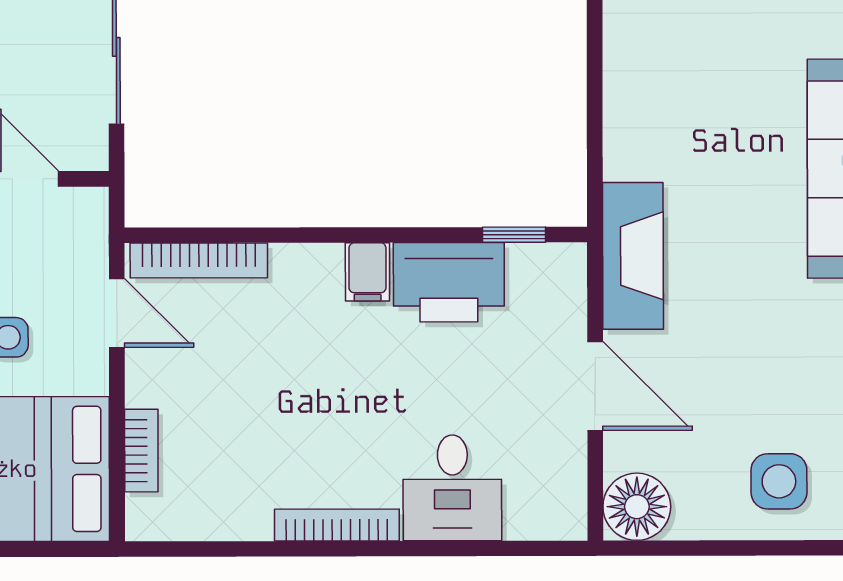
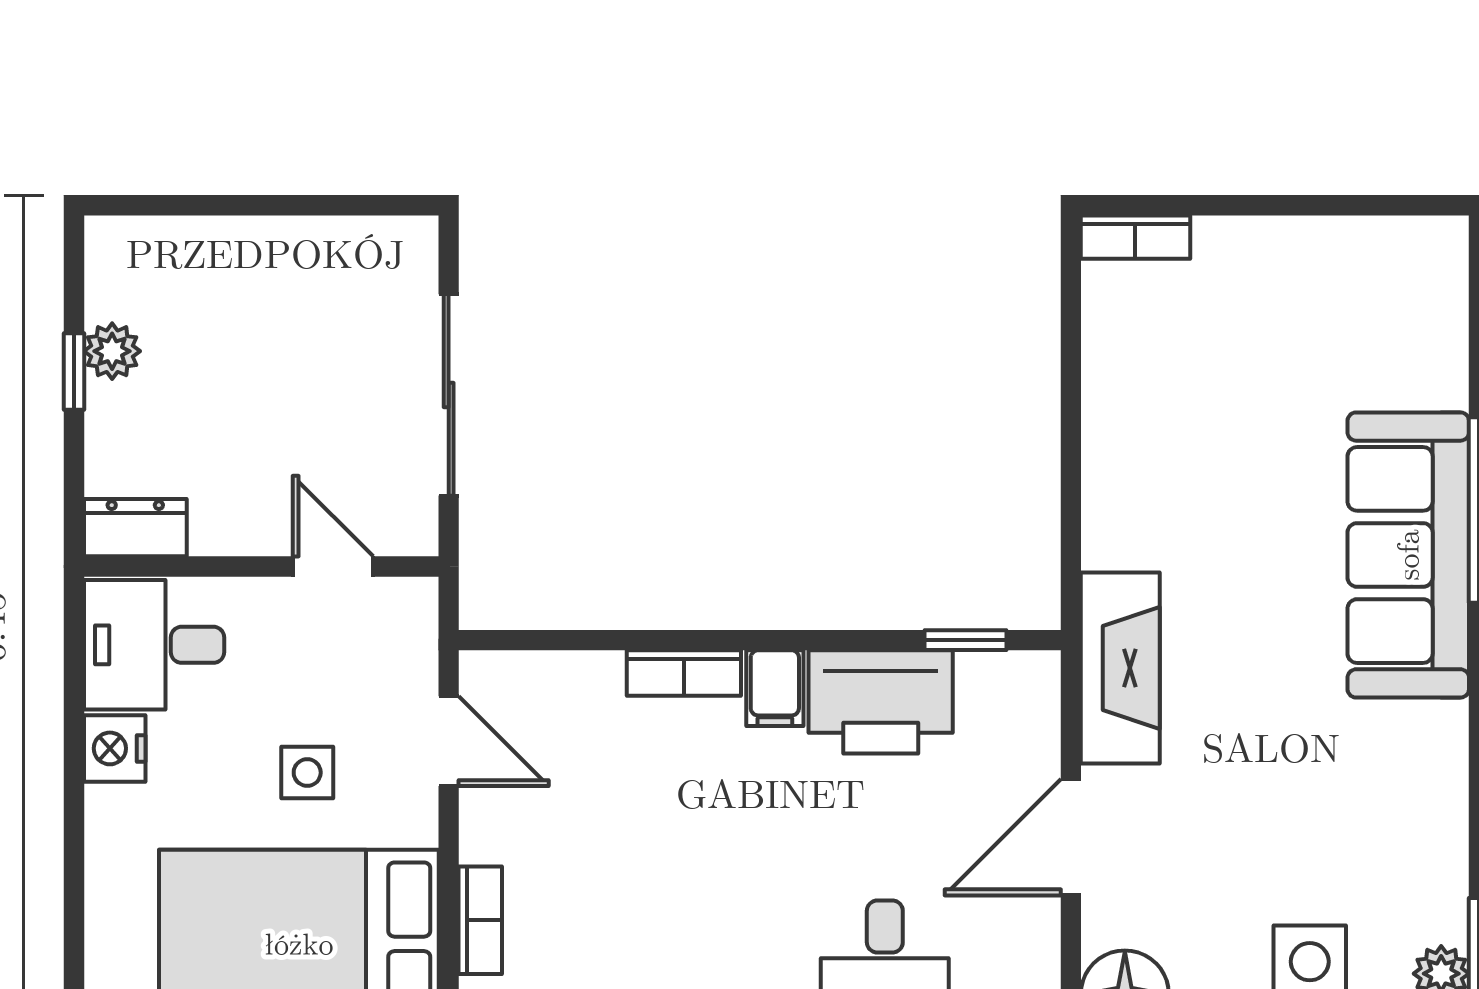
bookcase: (199, 260) -> (684, 673), moved, width x0.64
door: (595, 386) -> (1071, 837), swing flipped

